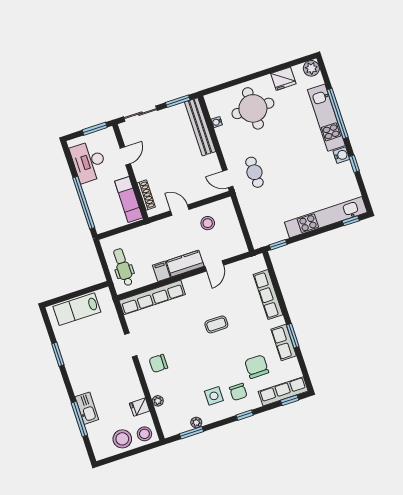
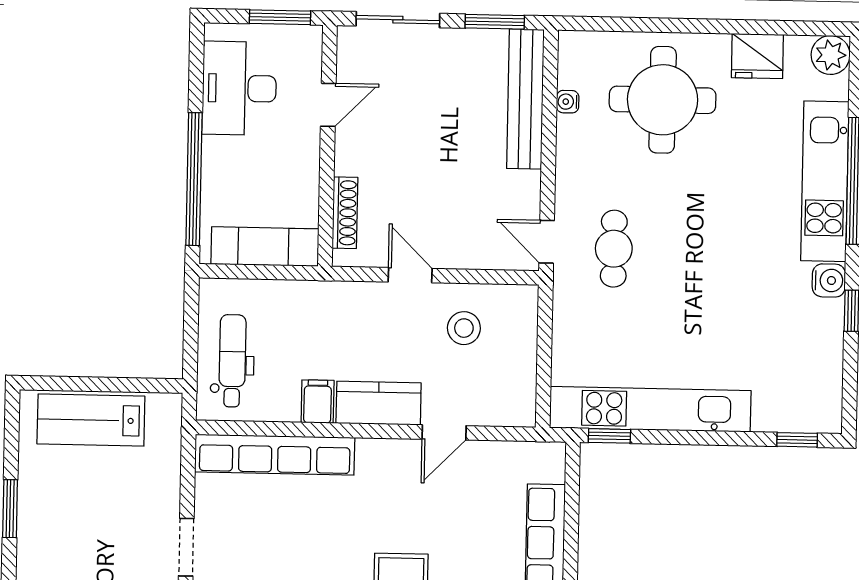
exam couch: (129, 200) -> (265, 247), moved, turned 90
kitchen unit: (326, 217) -> (650, 409), moved

